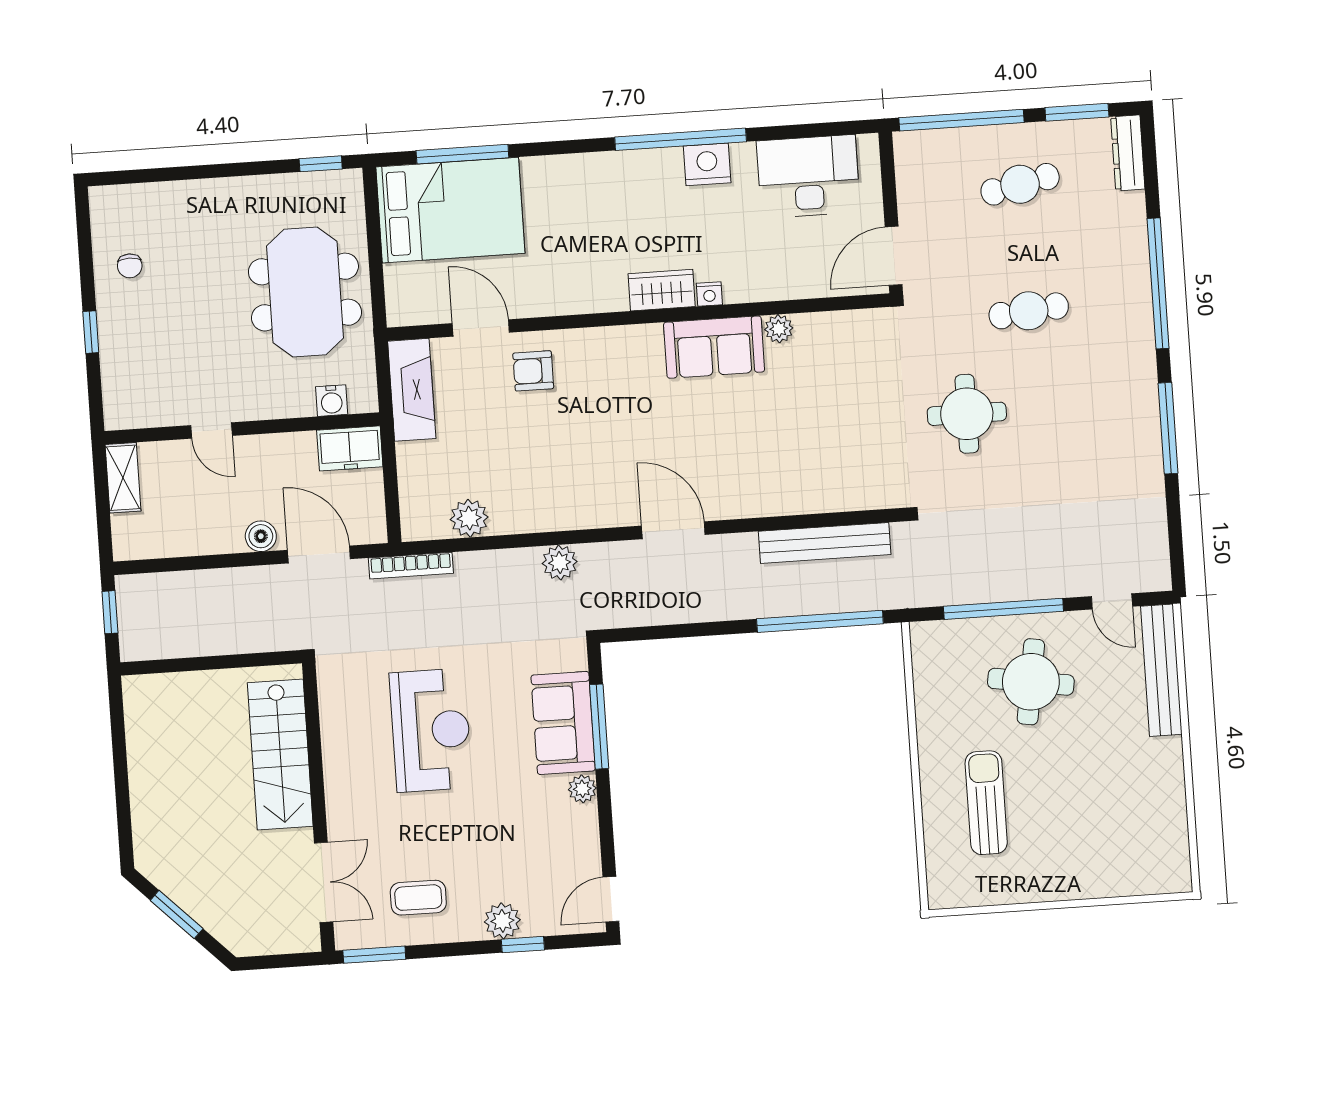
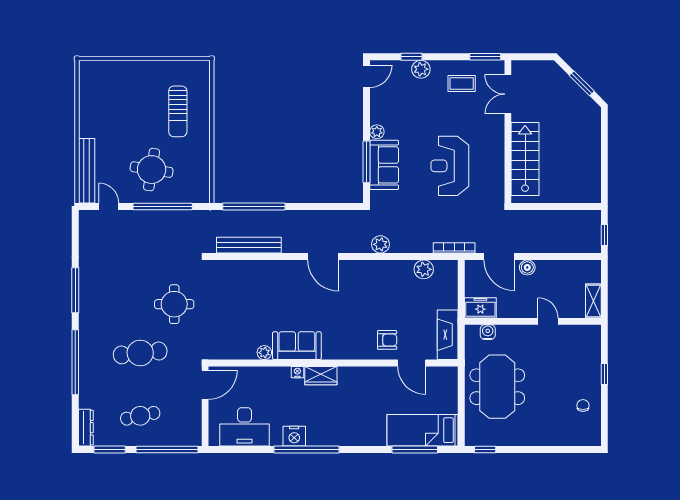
bed: (450, 210) -> (423, 430), width x0.67
cafe table: (1029, 311) -> (140, 353), width x1.37, depth x1.35

